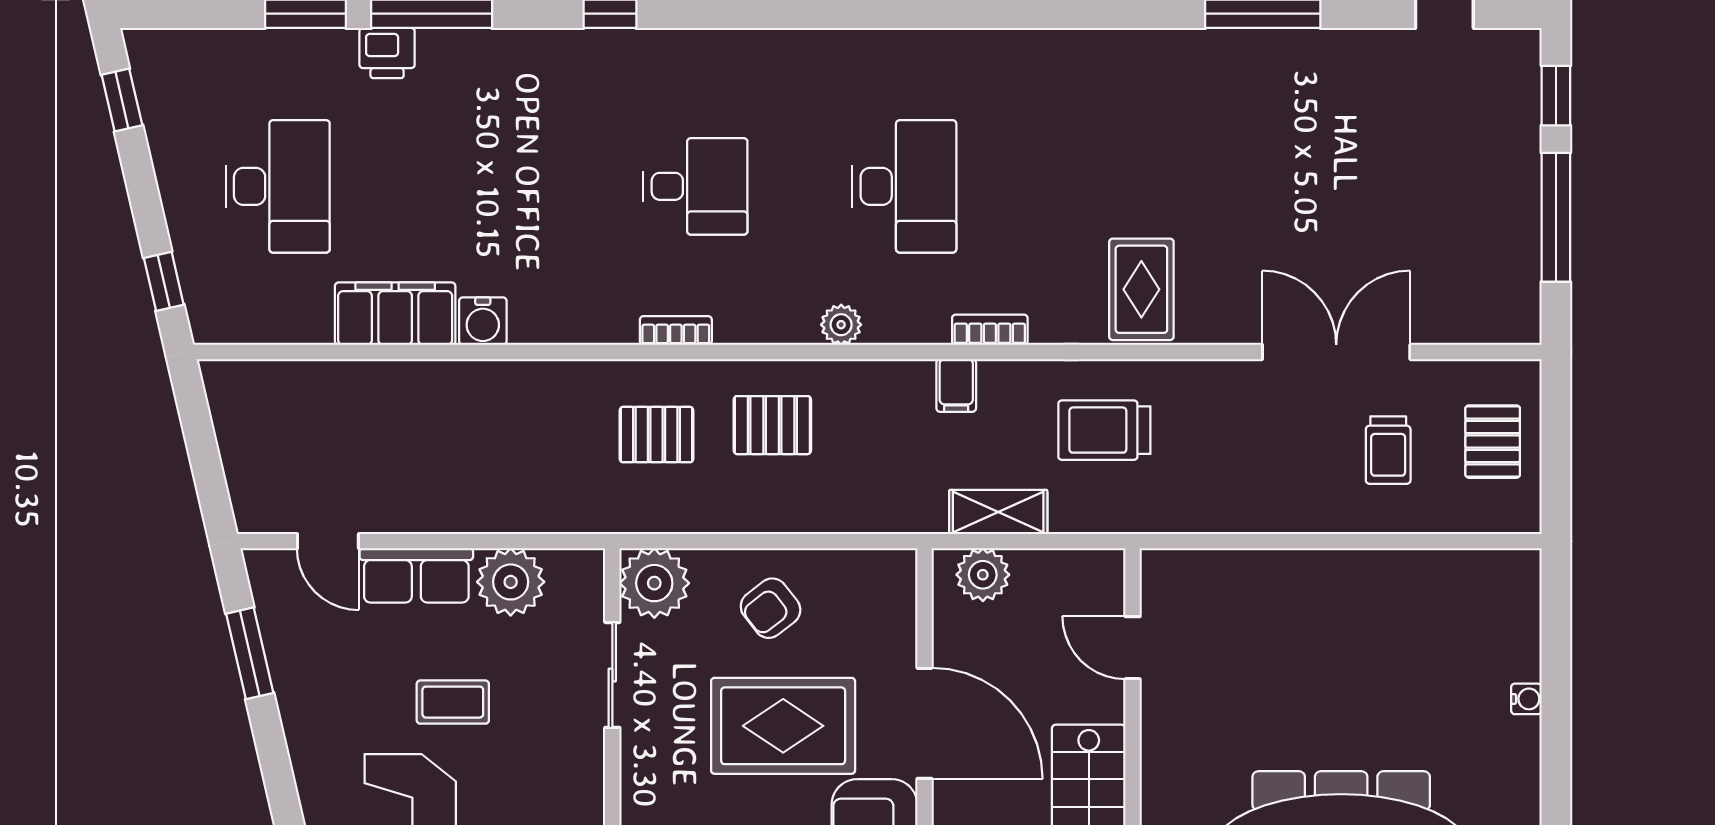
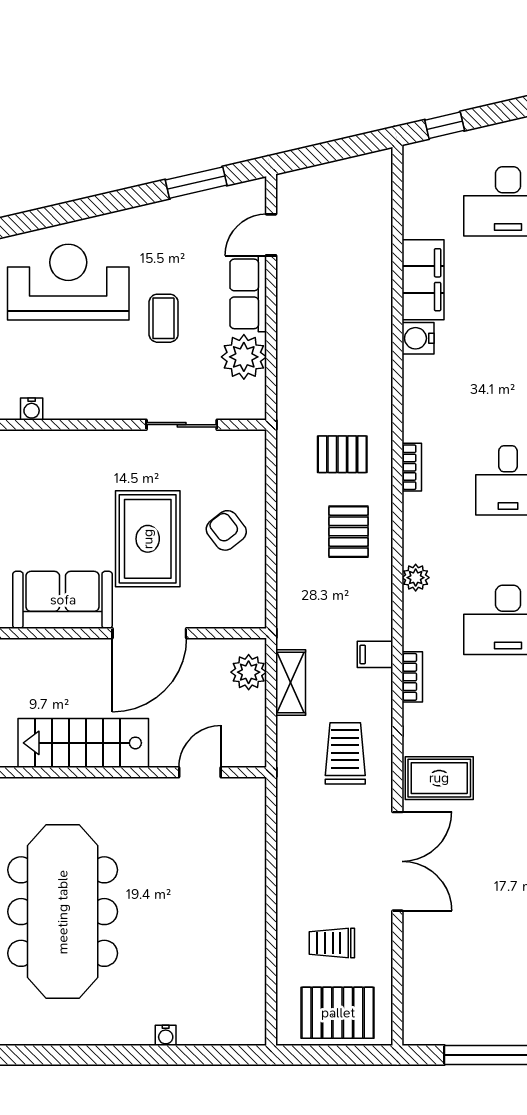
double door: (1336, 352) -> (397, 861), moved
pallet: (656, 435) -> (342, 454), turned 90
pallet: (1493, 442) -> (338, 1013), width x1.50, depth x1.42
plant: (654, 583) -> (243, 453), removed

